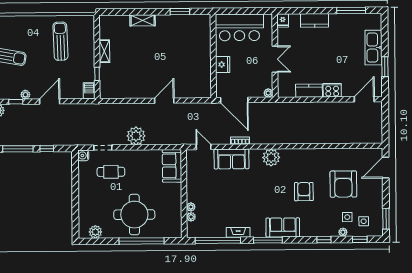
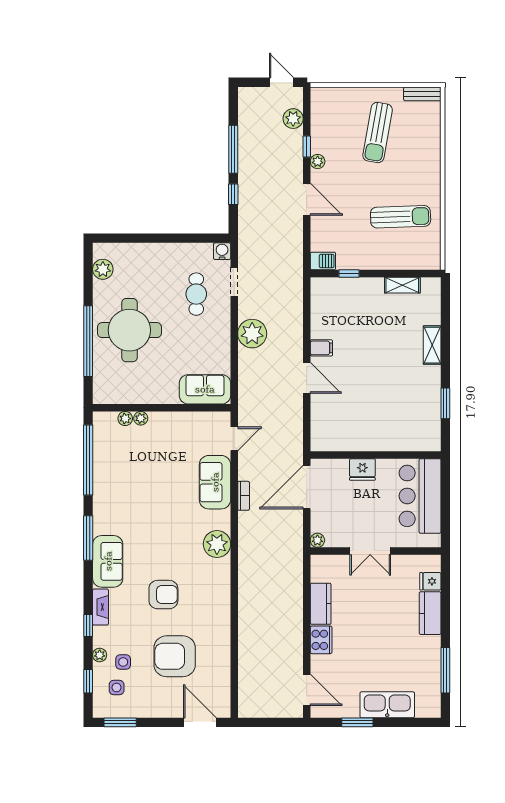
fridge: (283, 21) -> (430, 581), moved
shelving: (104, 51) -> (402, 285), moved
filing cabinet: (145, 91) -> (321, 348), added
fireplace: (238, 232) -> (100, 607), moved

